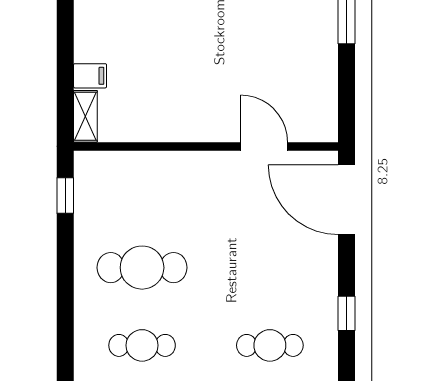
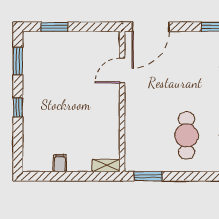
filing cabinet: (90, 76) -> (60, 163), moved
window: (65, 196) -> (148, 176), width x1.50

